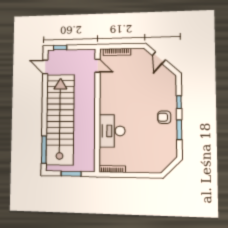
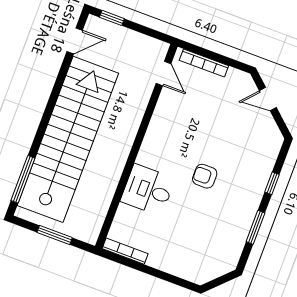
door: (159, 58) -> (268, 99), hinge flipped
door: (45, 67) -> (75, 41), swing flipped
armchair: (164, 117) -> (205, 176), moved
desk: (112, 131) -> (148, 190), width x0.73

